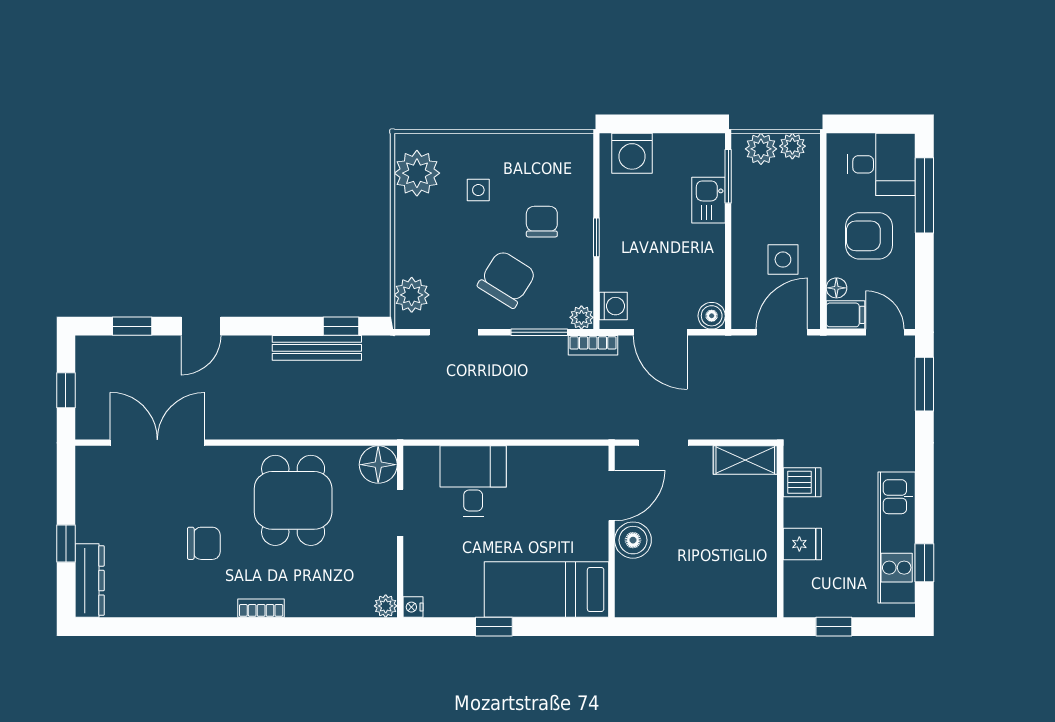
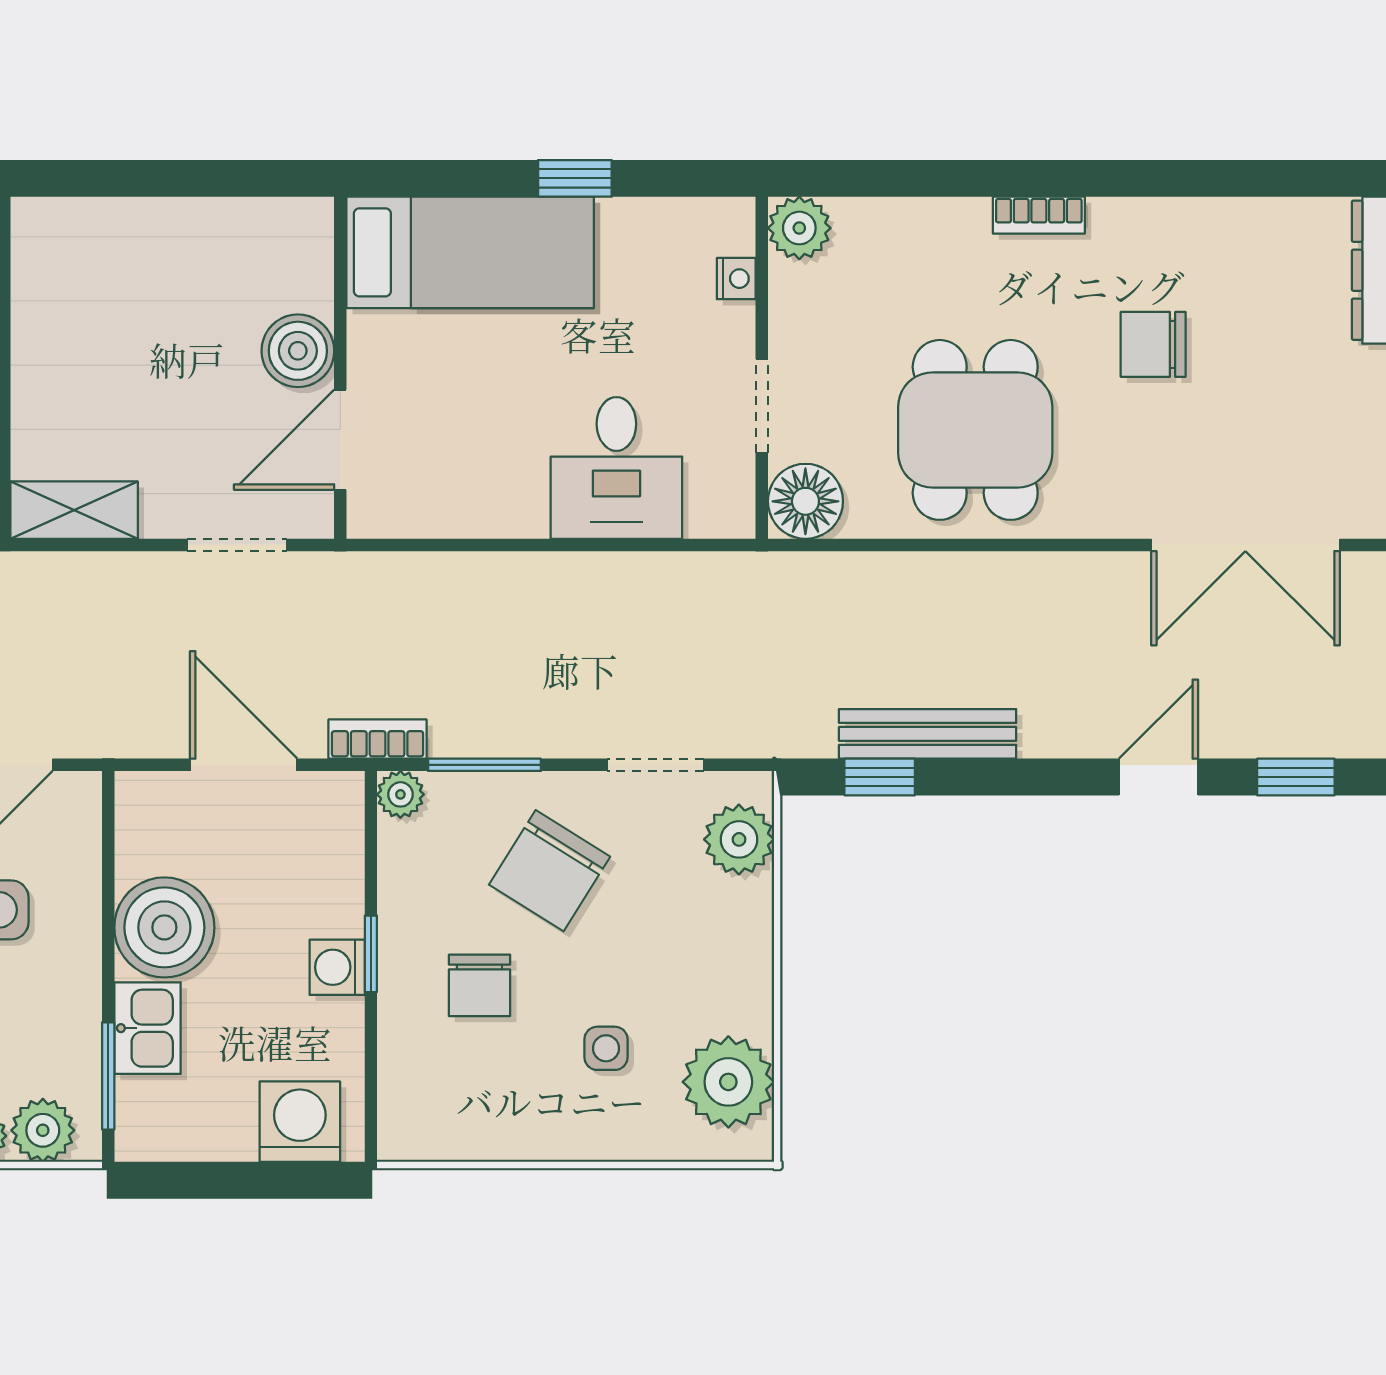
washing machine: (613, 306) -> (337, 967), moved
boiler: (712, 316) -> (164, 927), moved, width x1.86, depth x1.86
plant: (386, 606) -> (799, 228), width x1.38, depth x1.38
nightstand: (413, 607) -> (736, 279), moved

